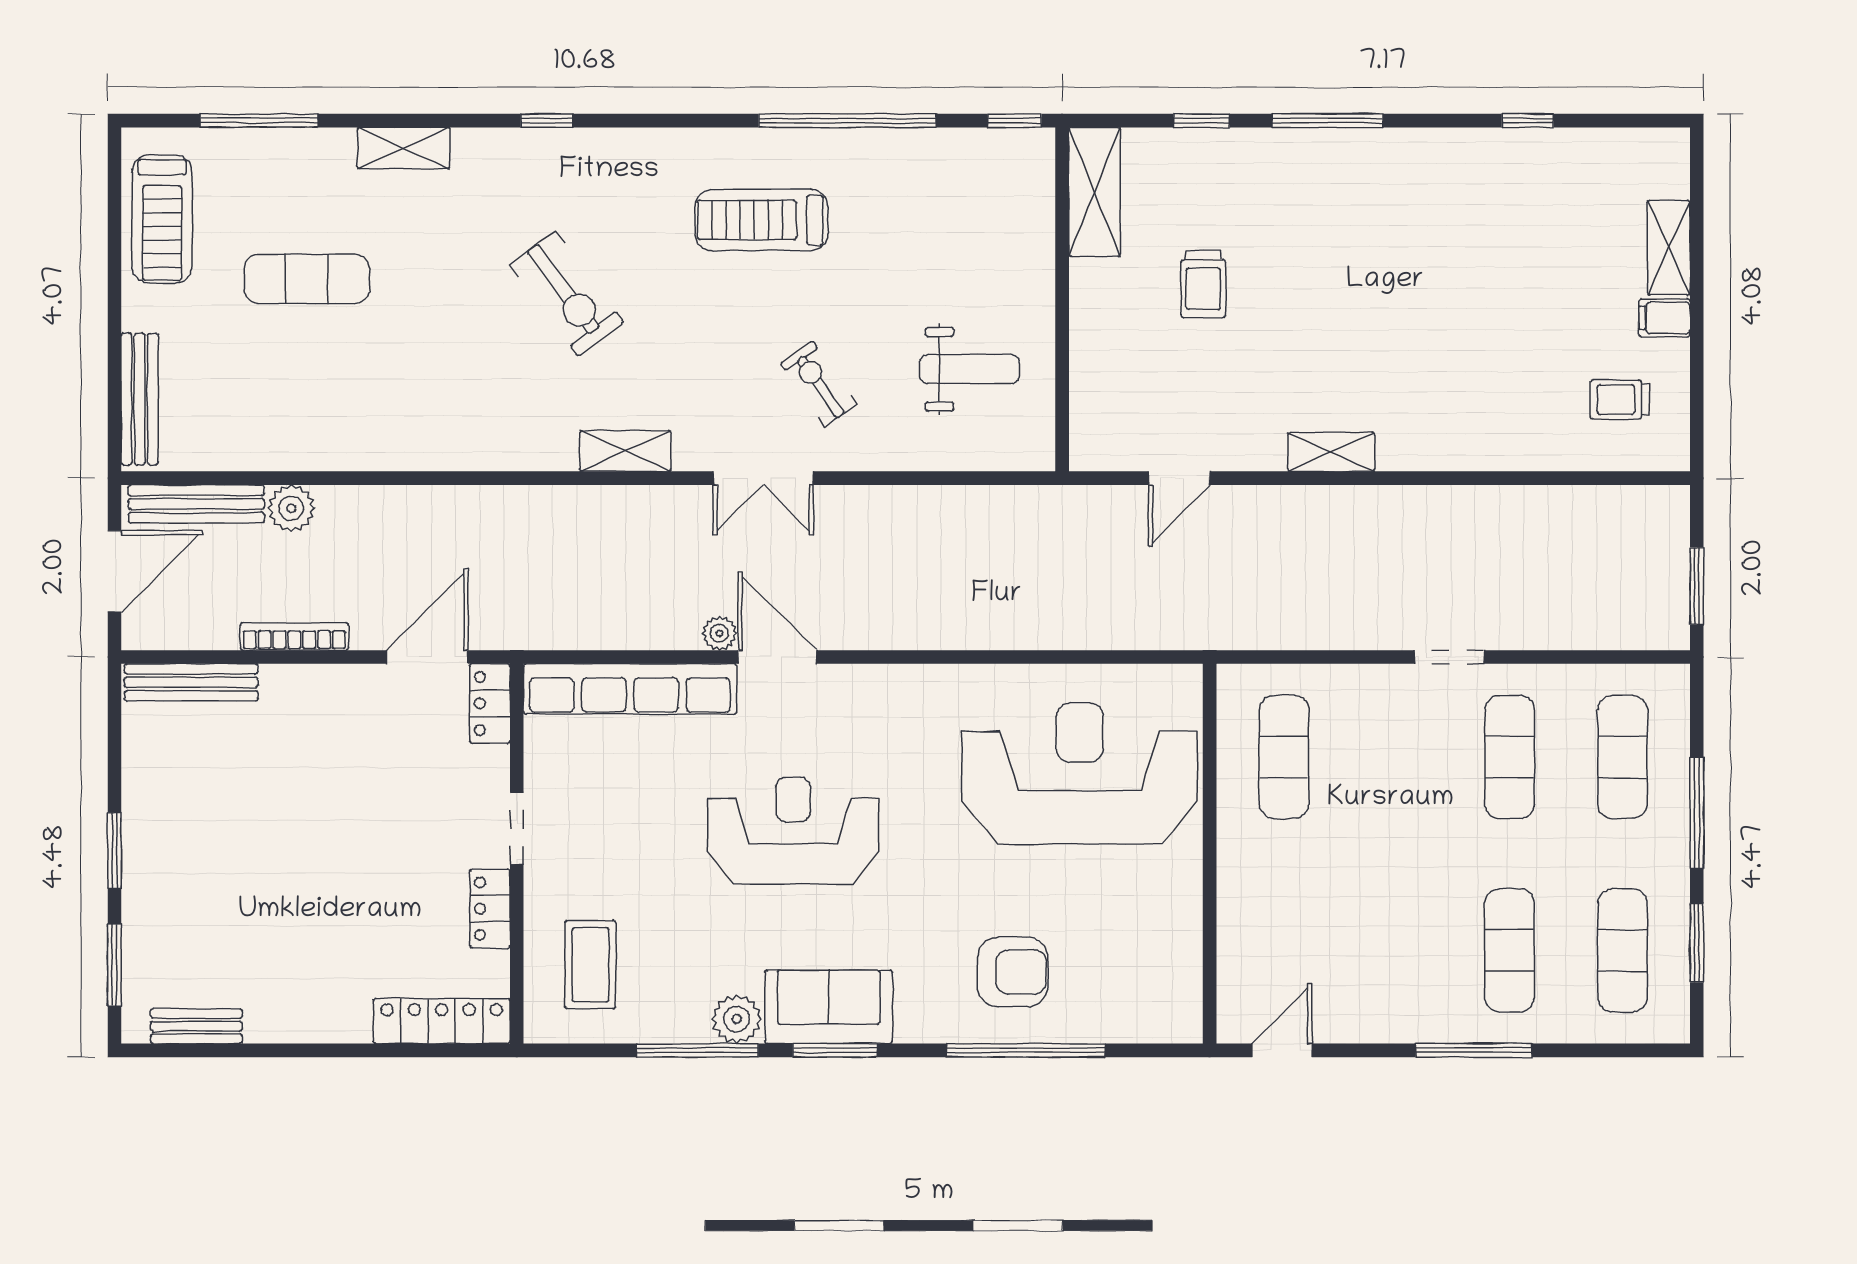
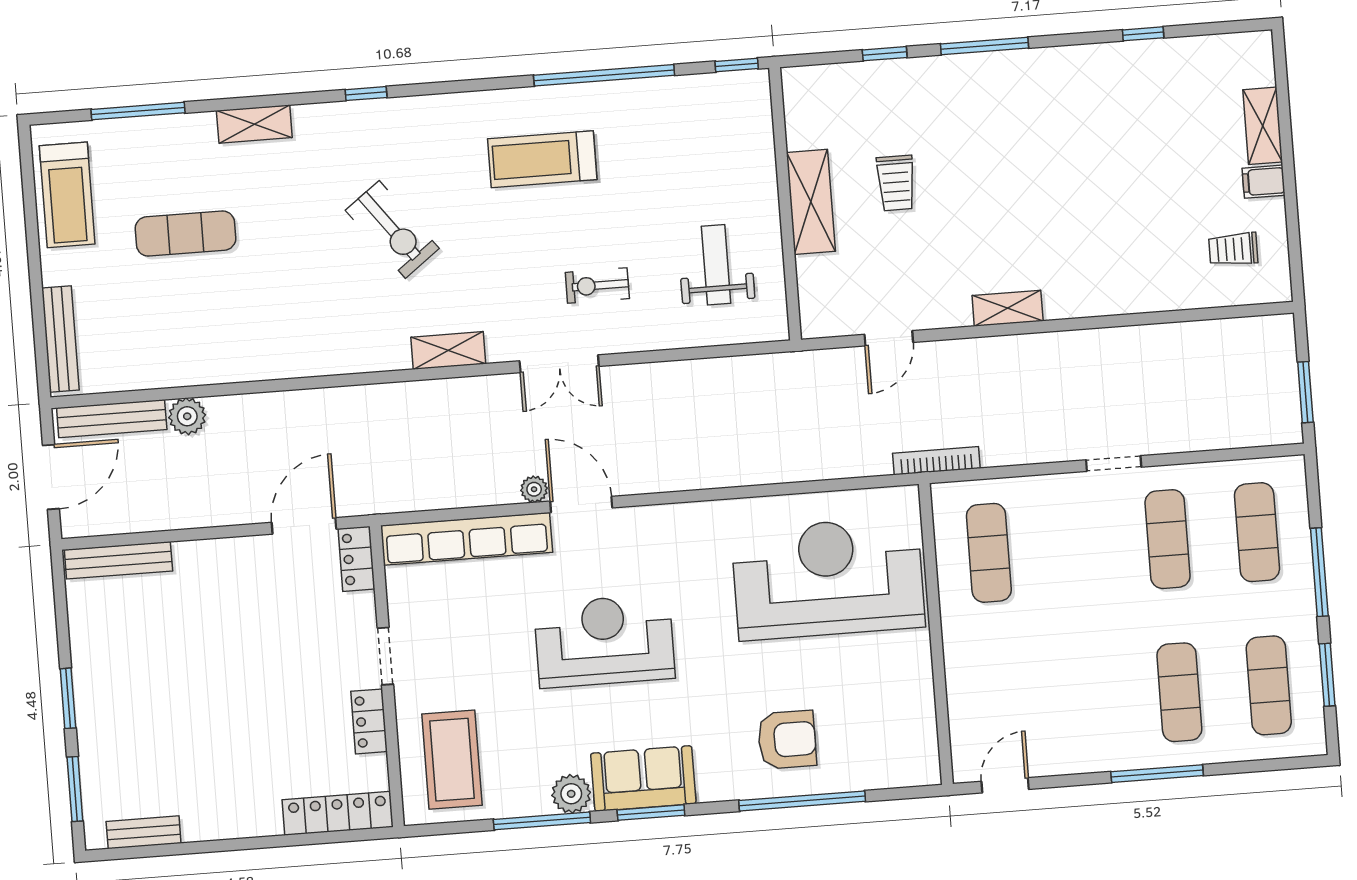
shelving: (1095, 192) -> (811, 202), moved
weight bench: (969, 369) -> (716, 265), turned -90
exercise bike: (819, 384) -> (597, 285), turned -55
bookcase: (294, 636) -> (936, 461), moved
coffee table: (590, 965) -> (452, 760), width x1.36, depth x1.32

